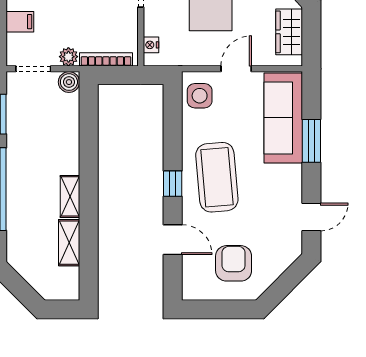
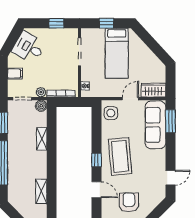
wardrobe: (289, 32) -> (153, 90), moved, turned 90
window: (311, 141) -> (170, 121), moved
shelving: (70, 196) -> (42, 139), moved

